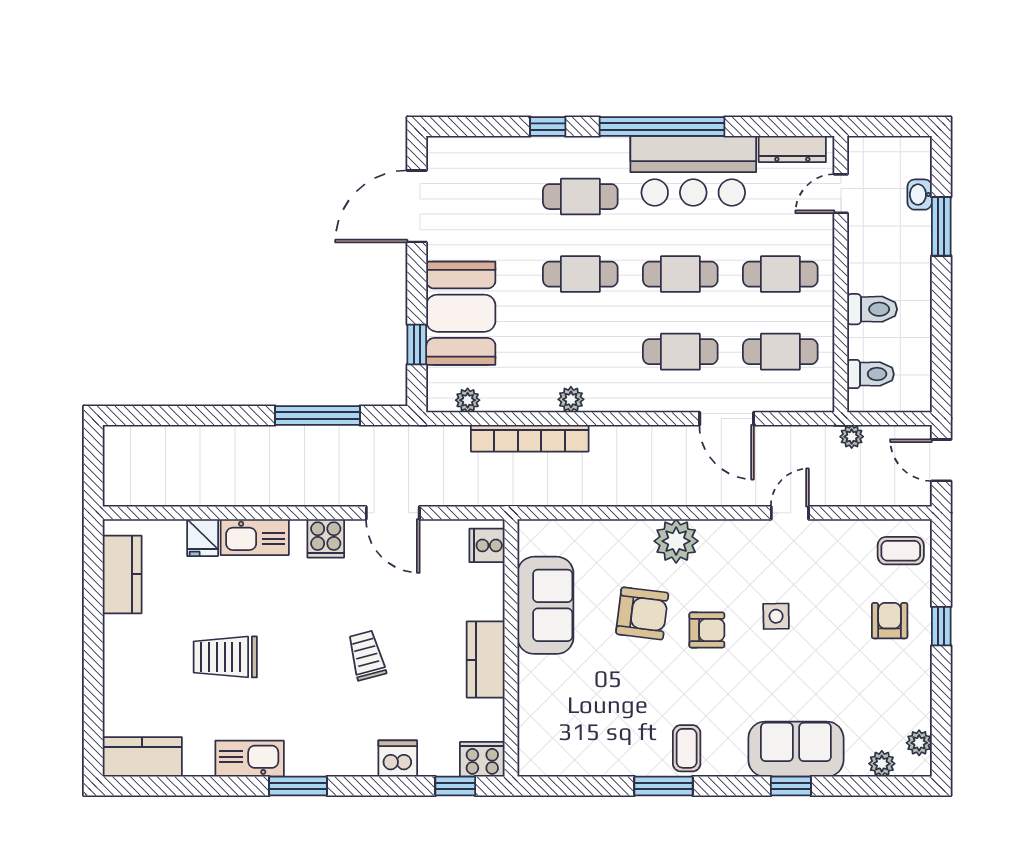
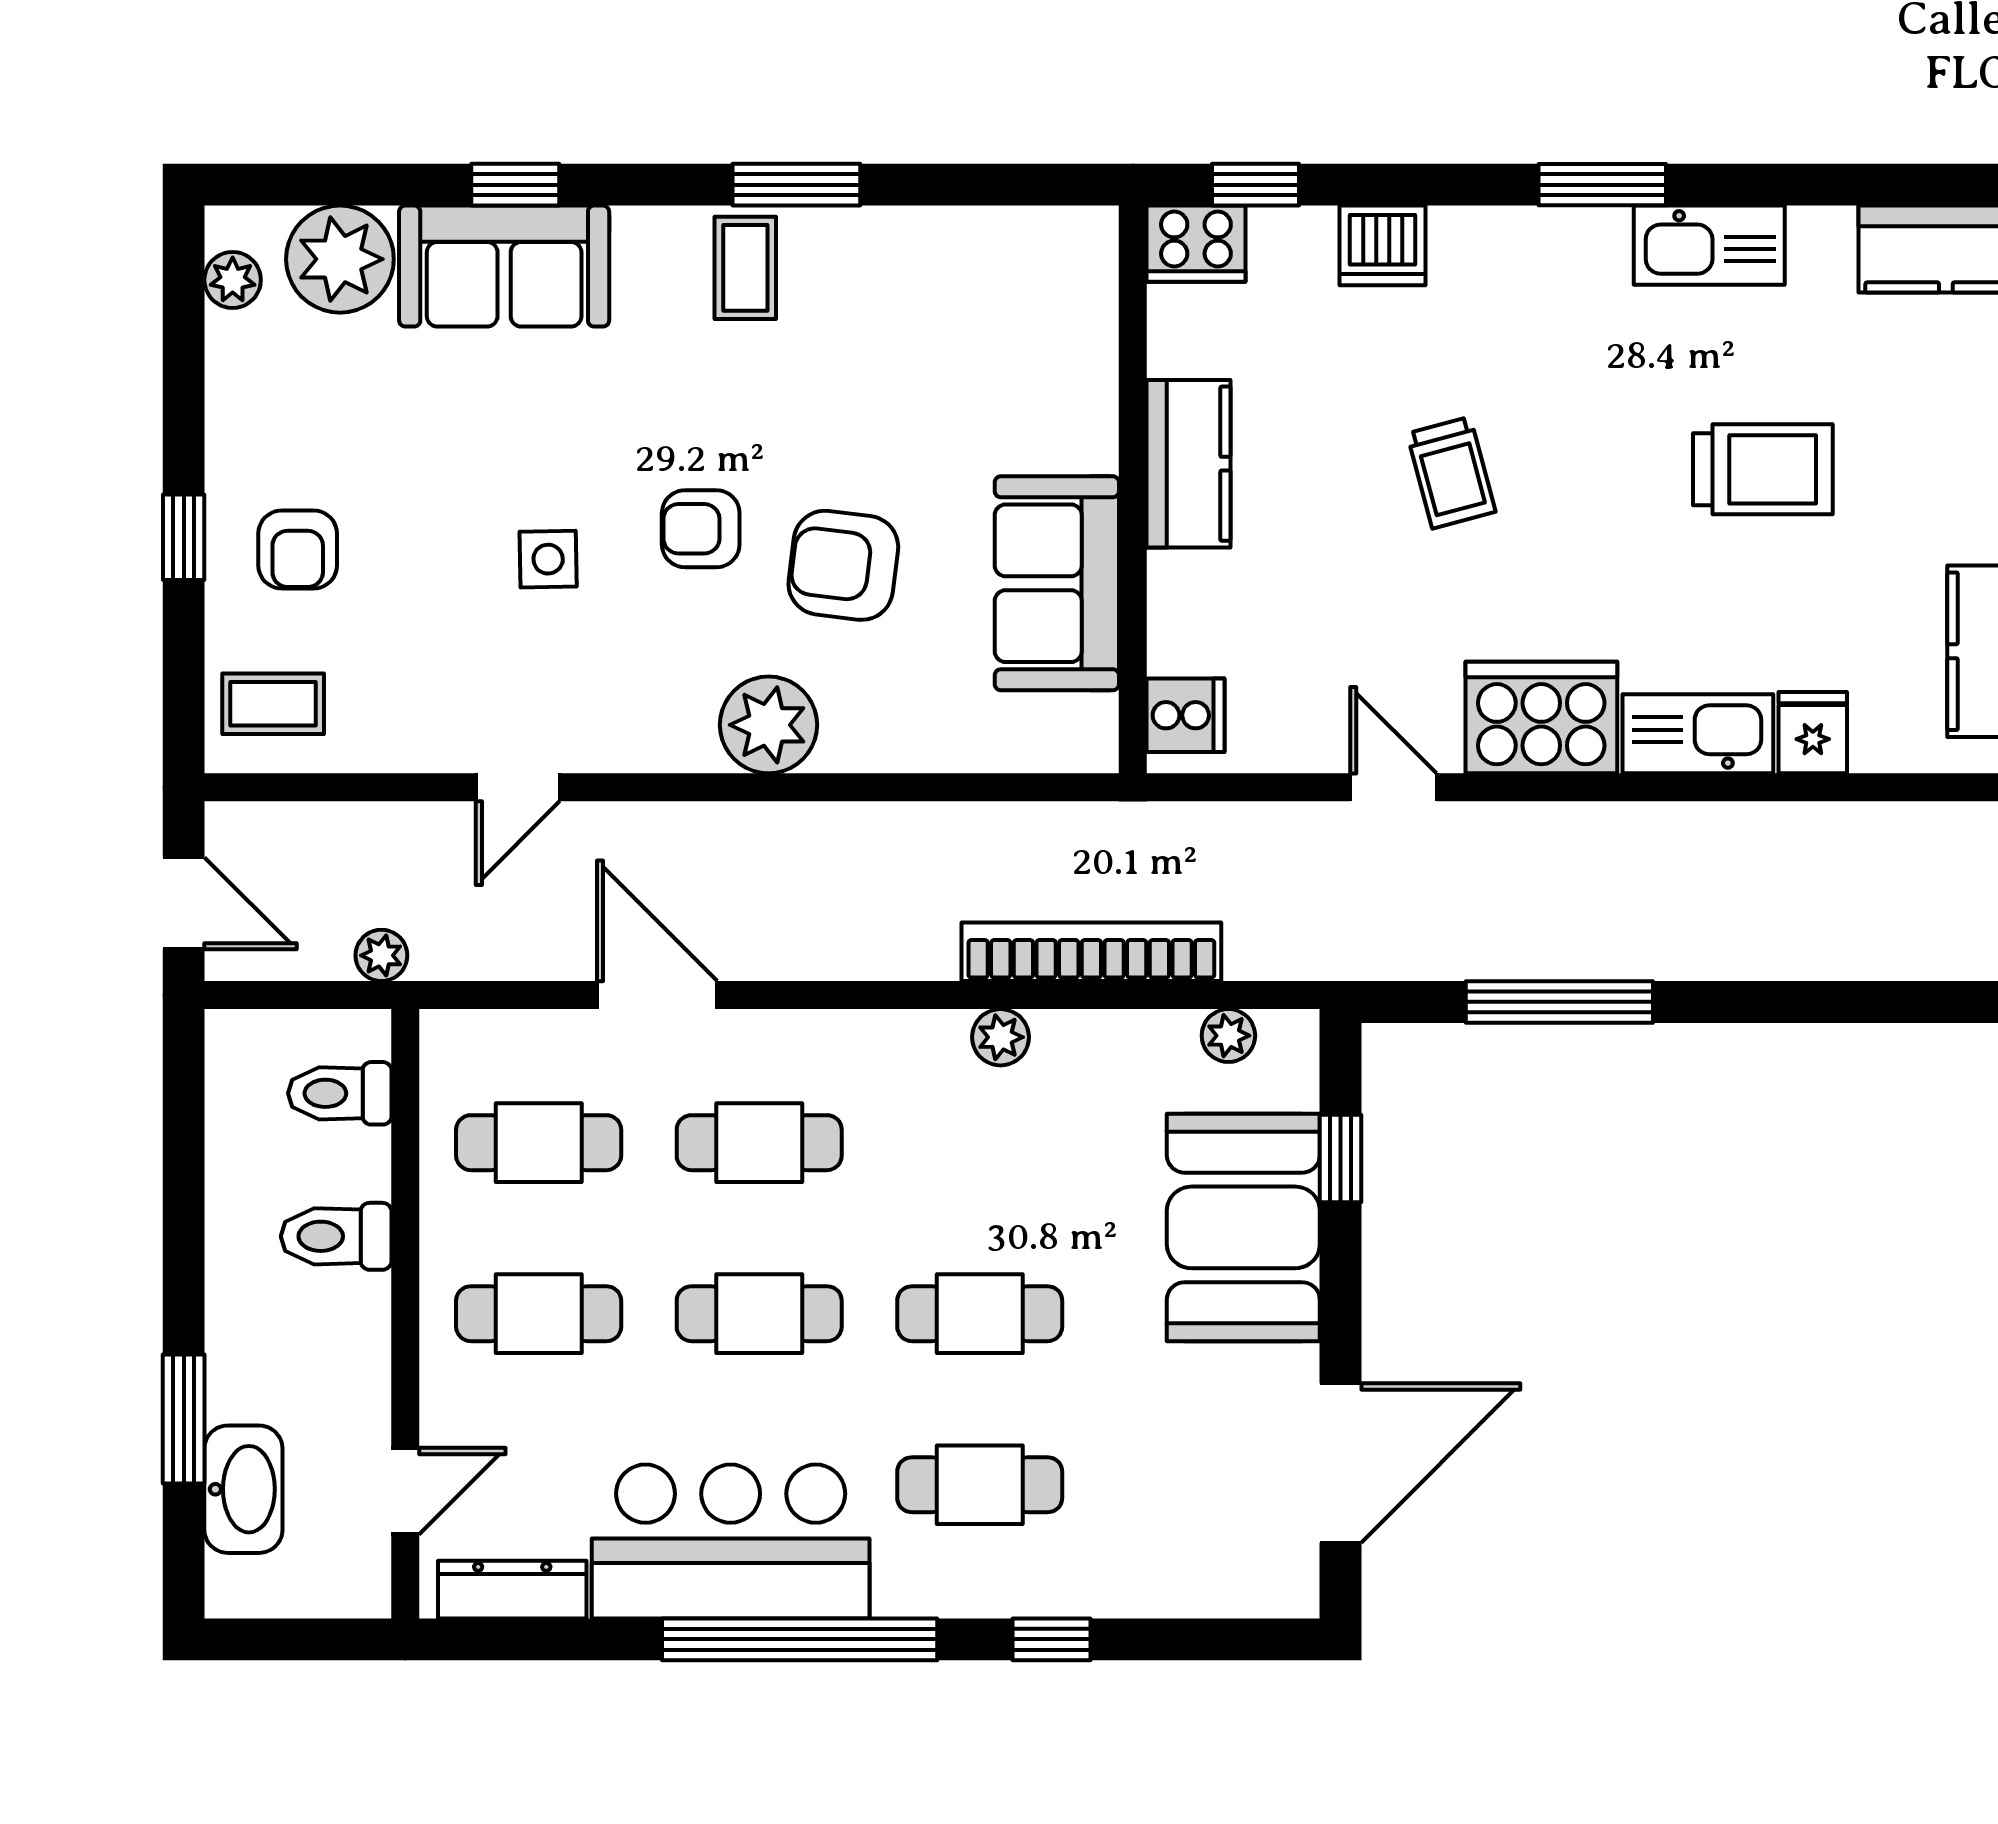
washbasin: (920, 195) -> (243, 1489), width x1.91, depth x1.45
door: (393, 513) -> (1393, 787), width x0.73
cooker: (326, 538) -> (1541, 718), width x1.87, depth x1.31
plant: (882, 764) -> (340, 259), width x1.88, depth x1.88

